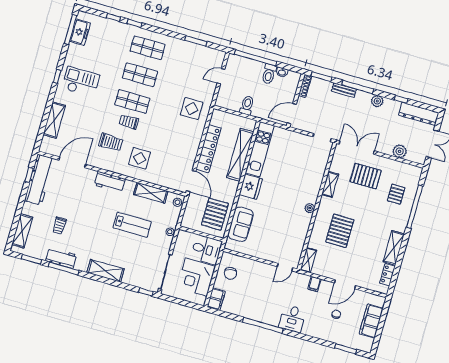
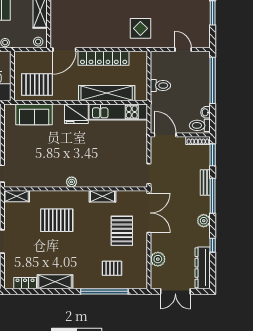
toilet: (269, 74) -> (200, 125), moved

